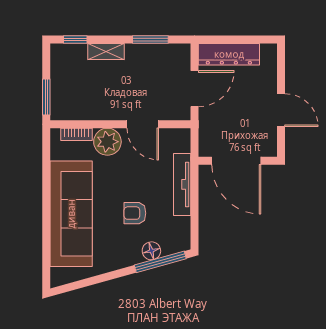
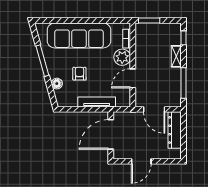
window: (150, 40) -> (183, 83), width x1.44
window: (160, 262) -> (42, 61), moved

